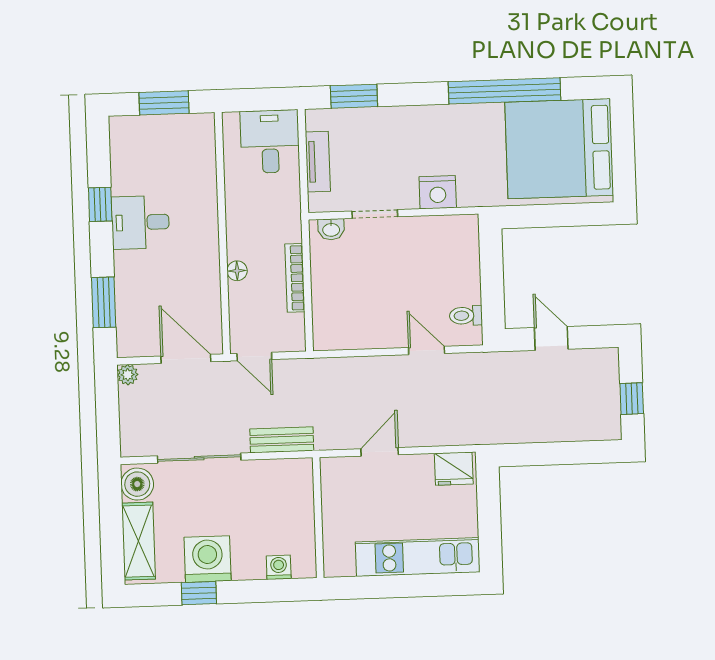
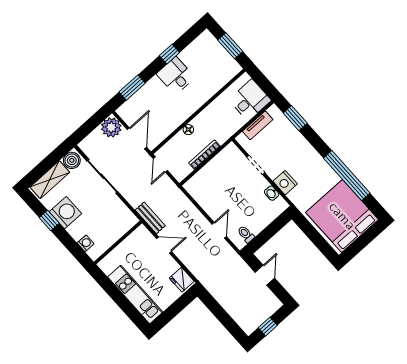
washbasin: (331, 229) -> (272, 193), moved
plant: (128, 375) -> (111, 127), width x1.88, depth x1.88
bench: (282, 440) -> (150, 218), moved

